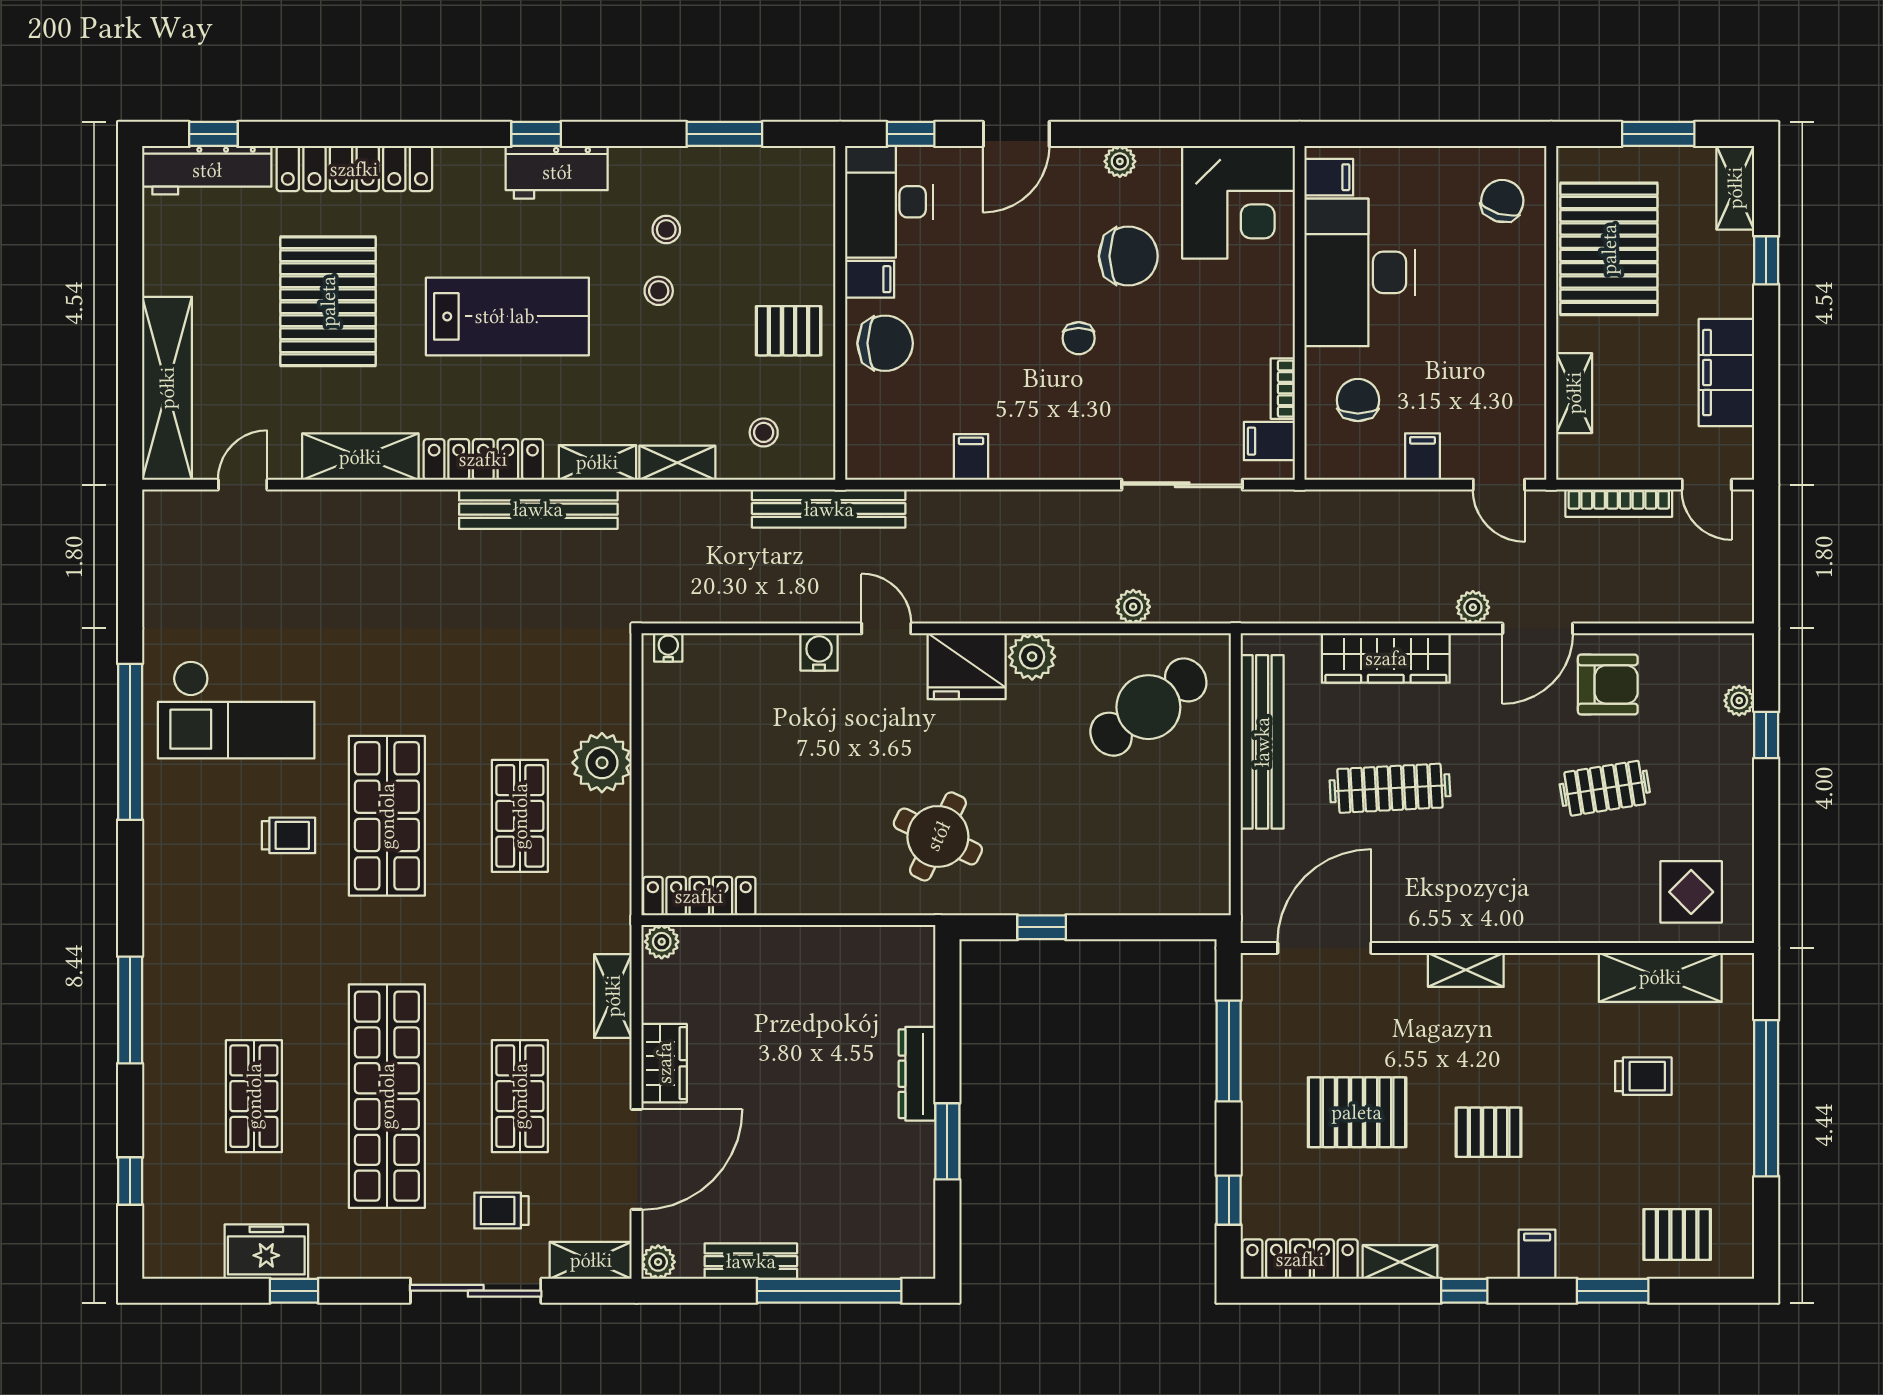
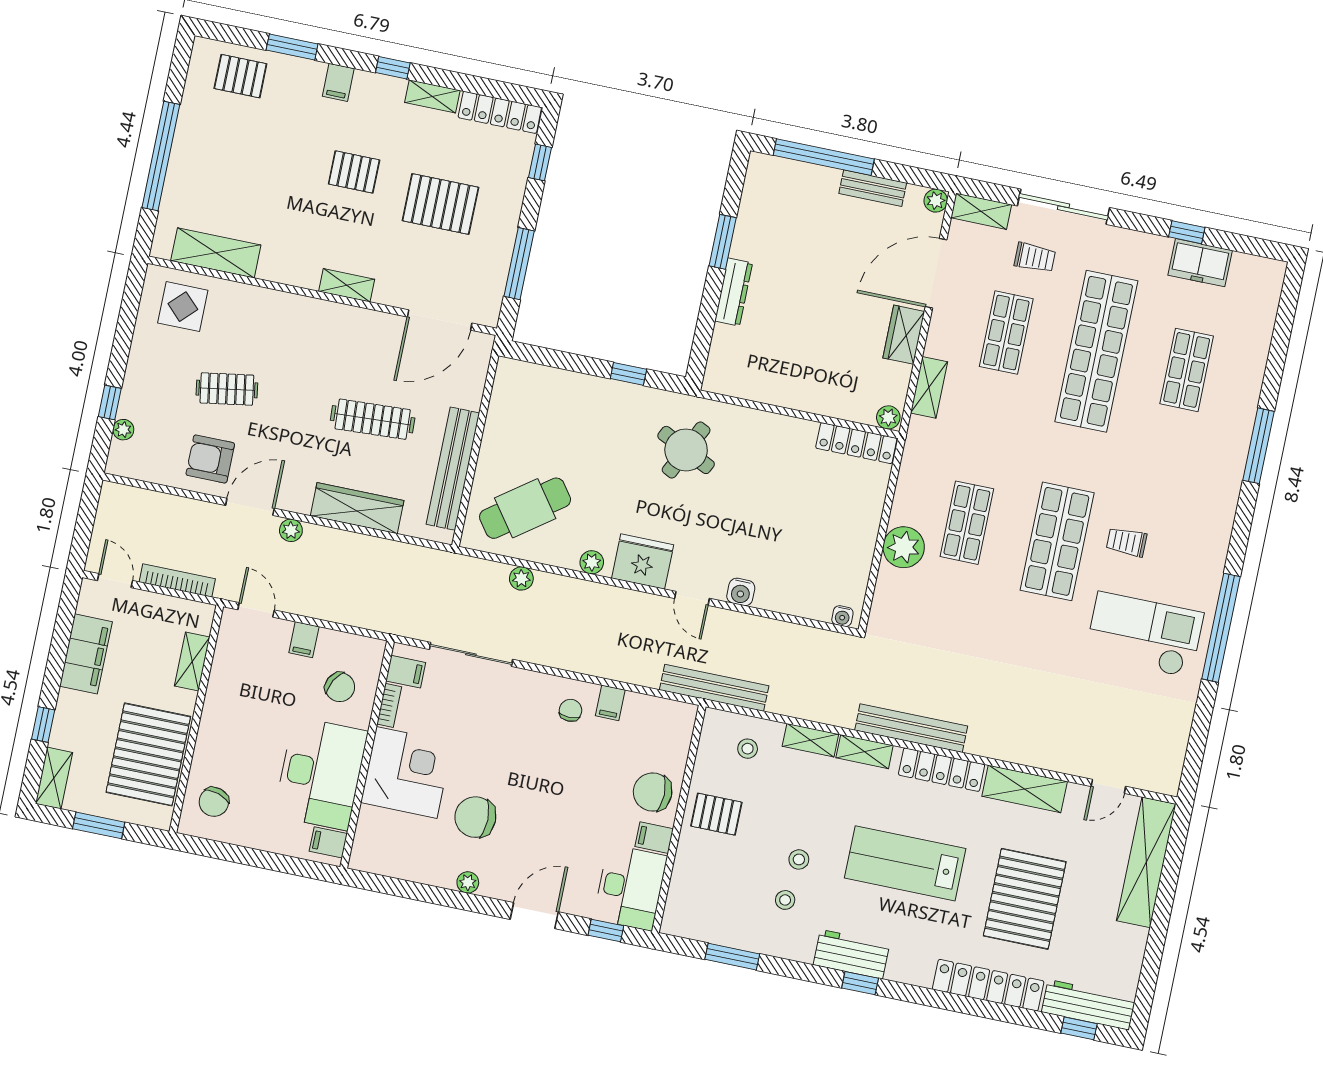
corner desk: (1239, 202) -> (407, 772), moved, turned 90
chair: (1079, 338) -> (570, 710), moved
chair: (1358, 400) -> (340, 687), turned -61
plant: (1032, 657) -> (592, 562), width x0.73, depth x0.73
trolley: (1643, 1076) -> (241, 188), removed
window: (130, 1181) -> (1283, 330), removed

